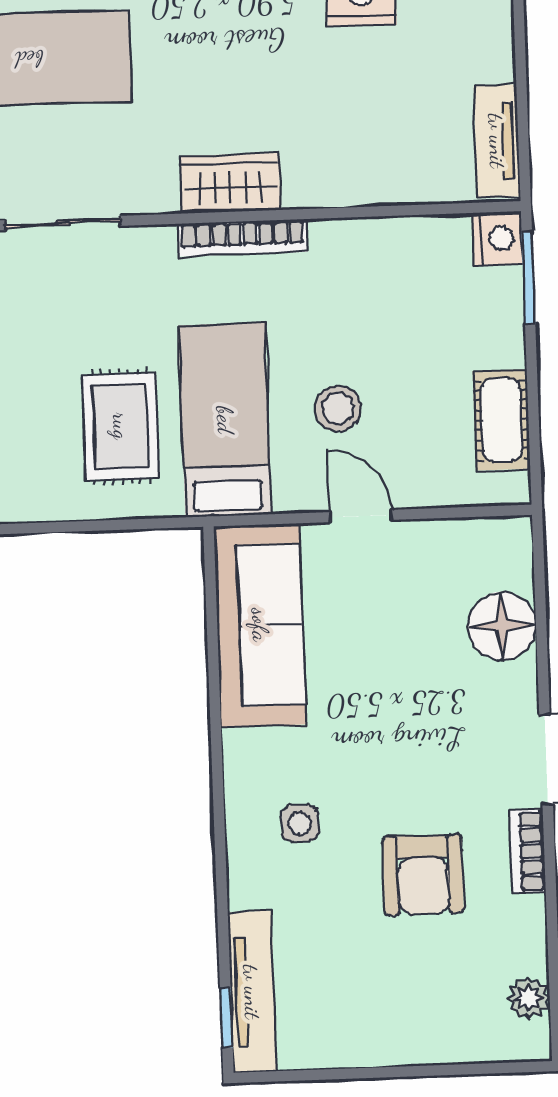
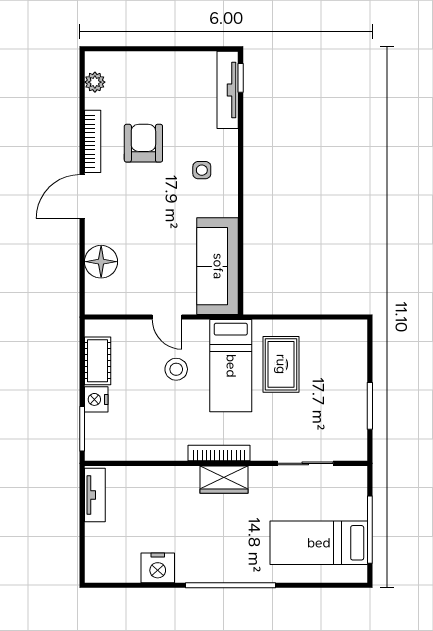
nightstand: (498, 239) -> (96, 399), moved
bookcase: (528, 851) -> (93, 141), width x1.56

